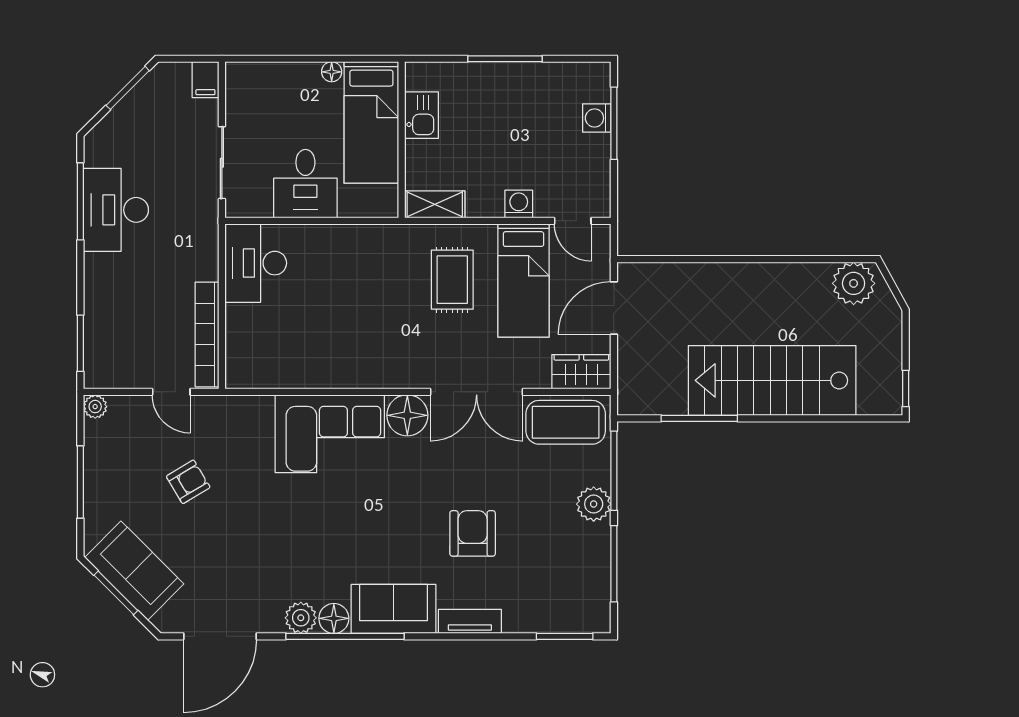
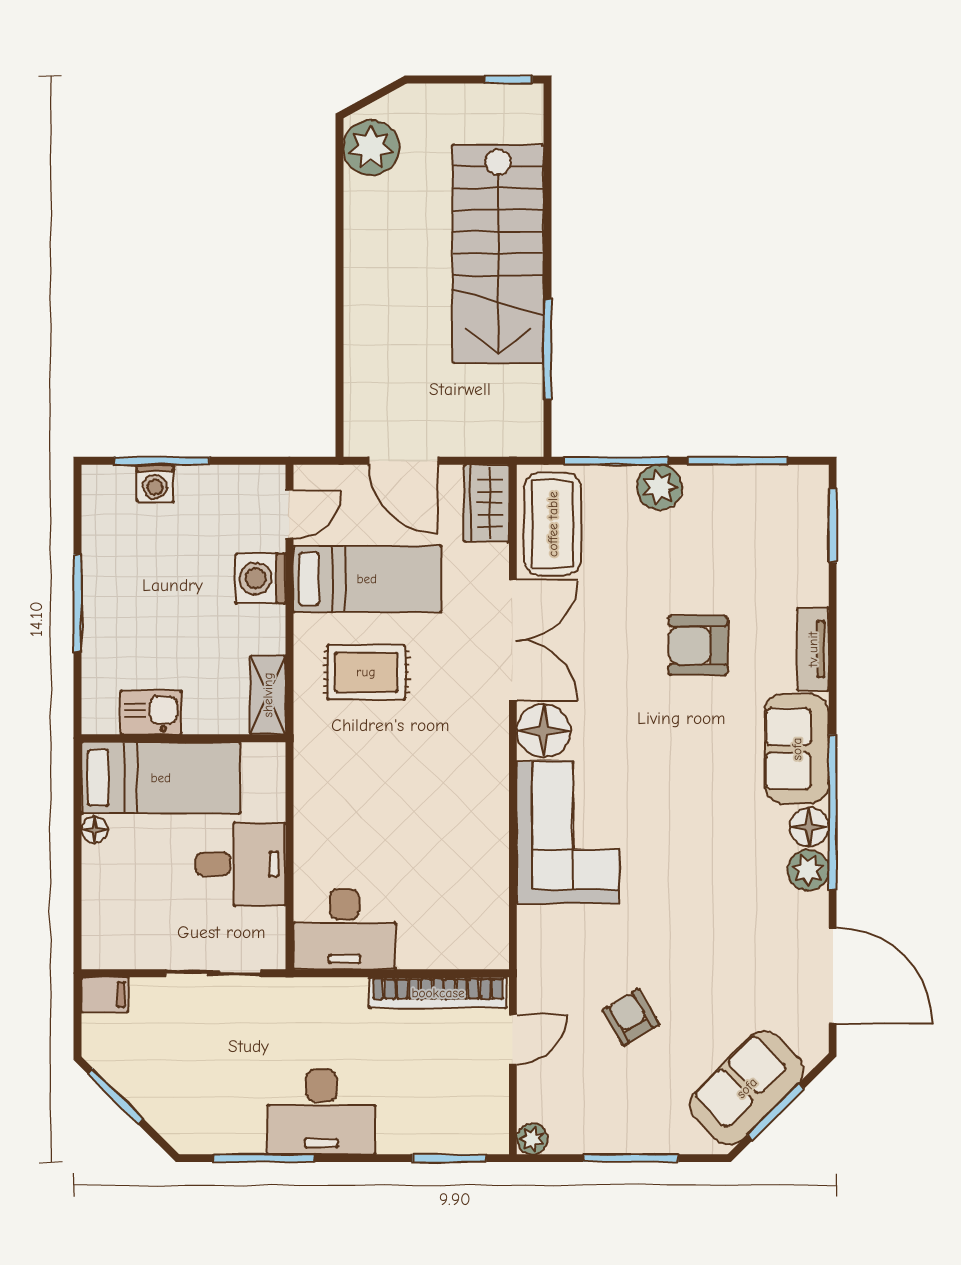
washing machine: (519, 204) -> (261, 578), width x1.38, depth x1.38
desk: (116, 210) -> (321, 1112), moved

